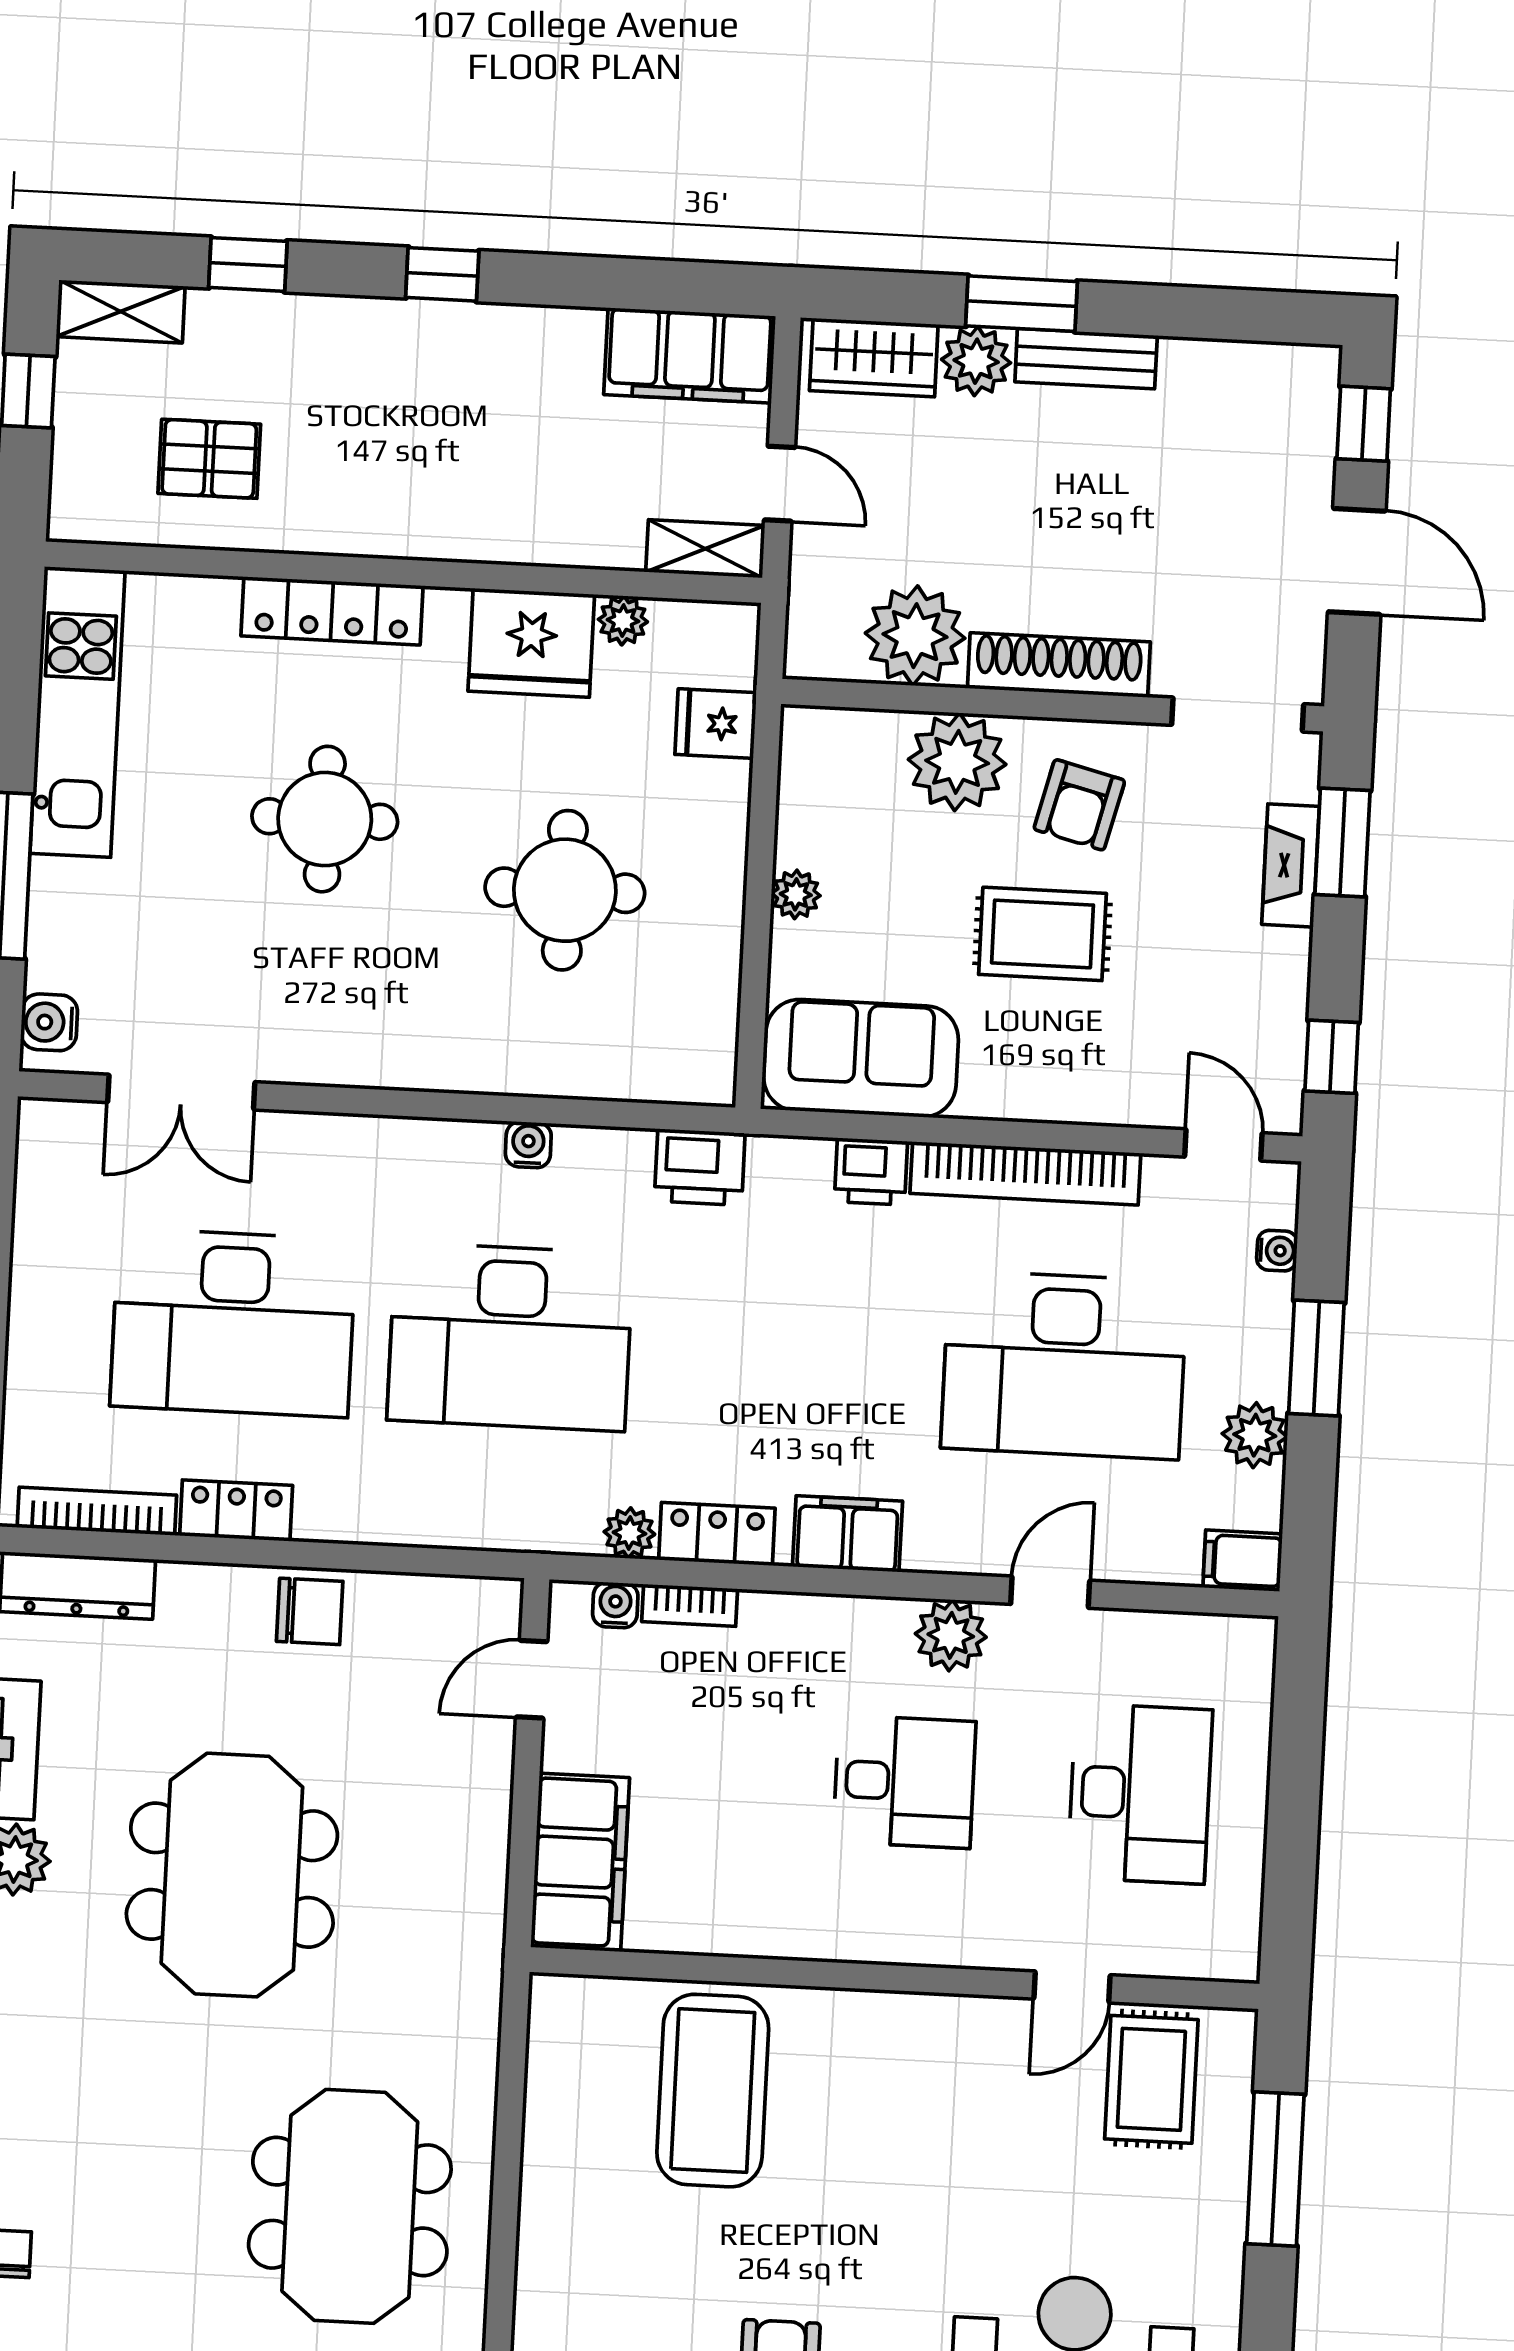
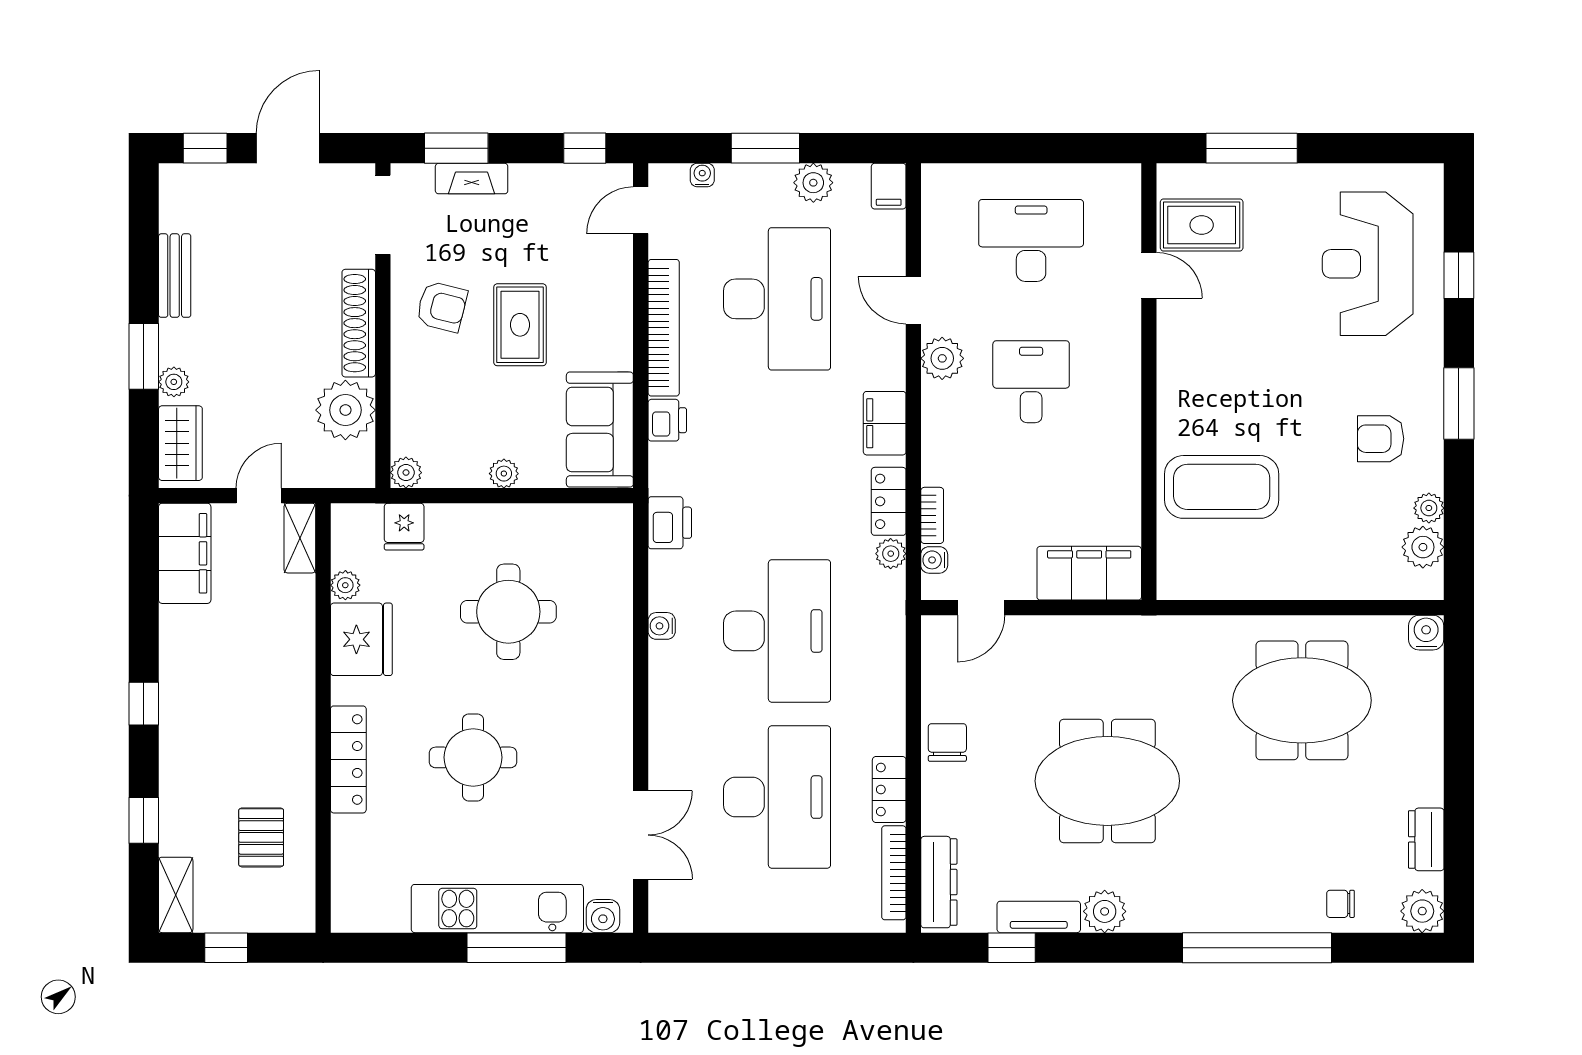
bench: (1086, 359) -> (175, 276), moved
plant: (976, 361) -> (174, 382), width x0.73, depth x0.73
kitchen unit: (78, 712) -> (497, 909), moved
plant: (957, 762) -> (406, 473), moved, width x0.53, depth x0.53
door: (532, 1679) -> (981, 608), hinge flipped

